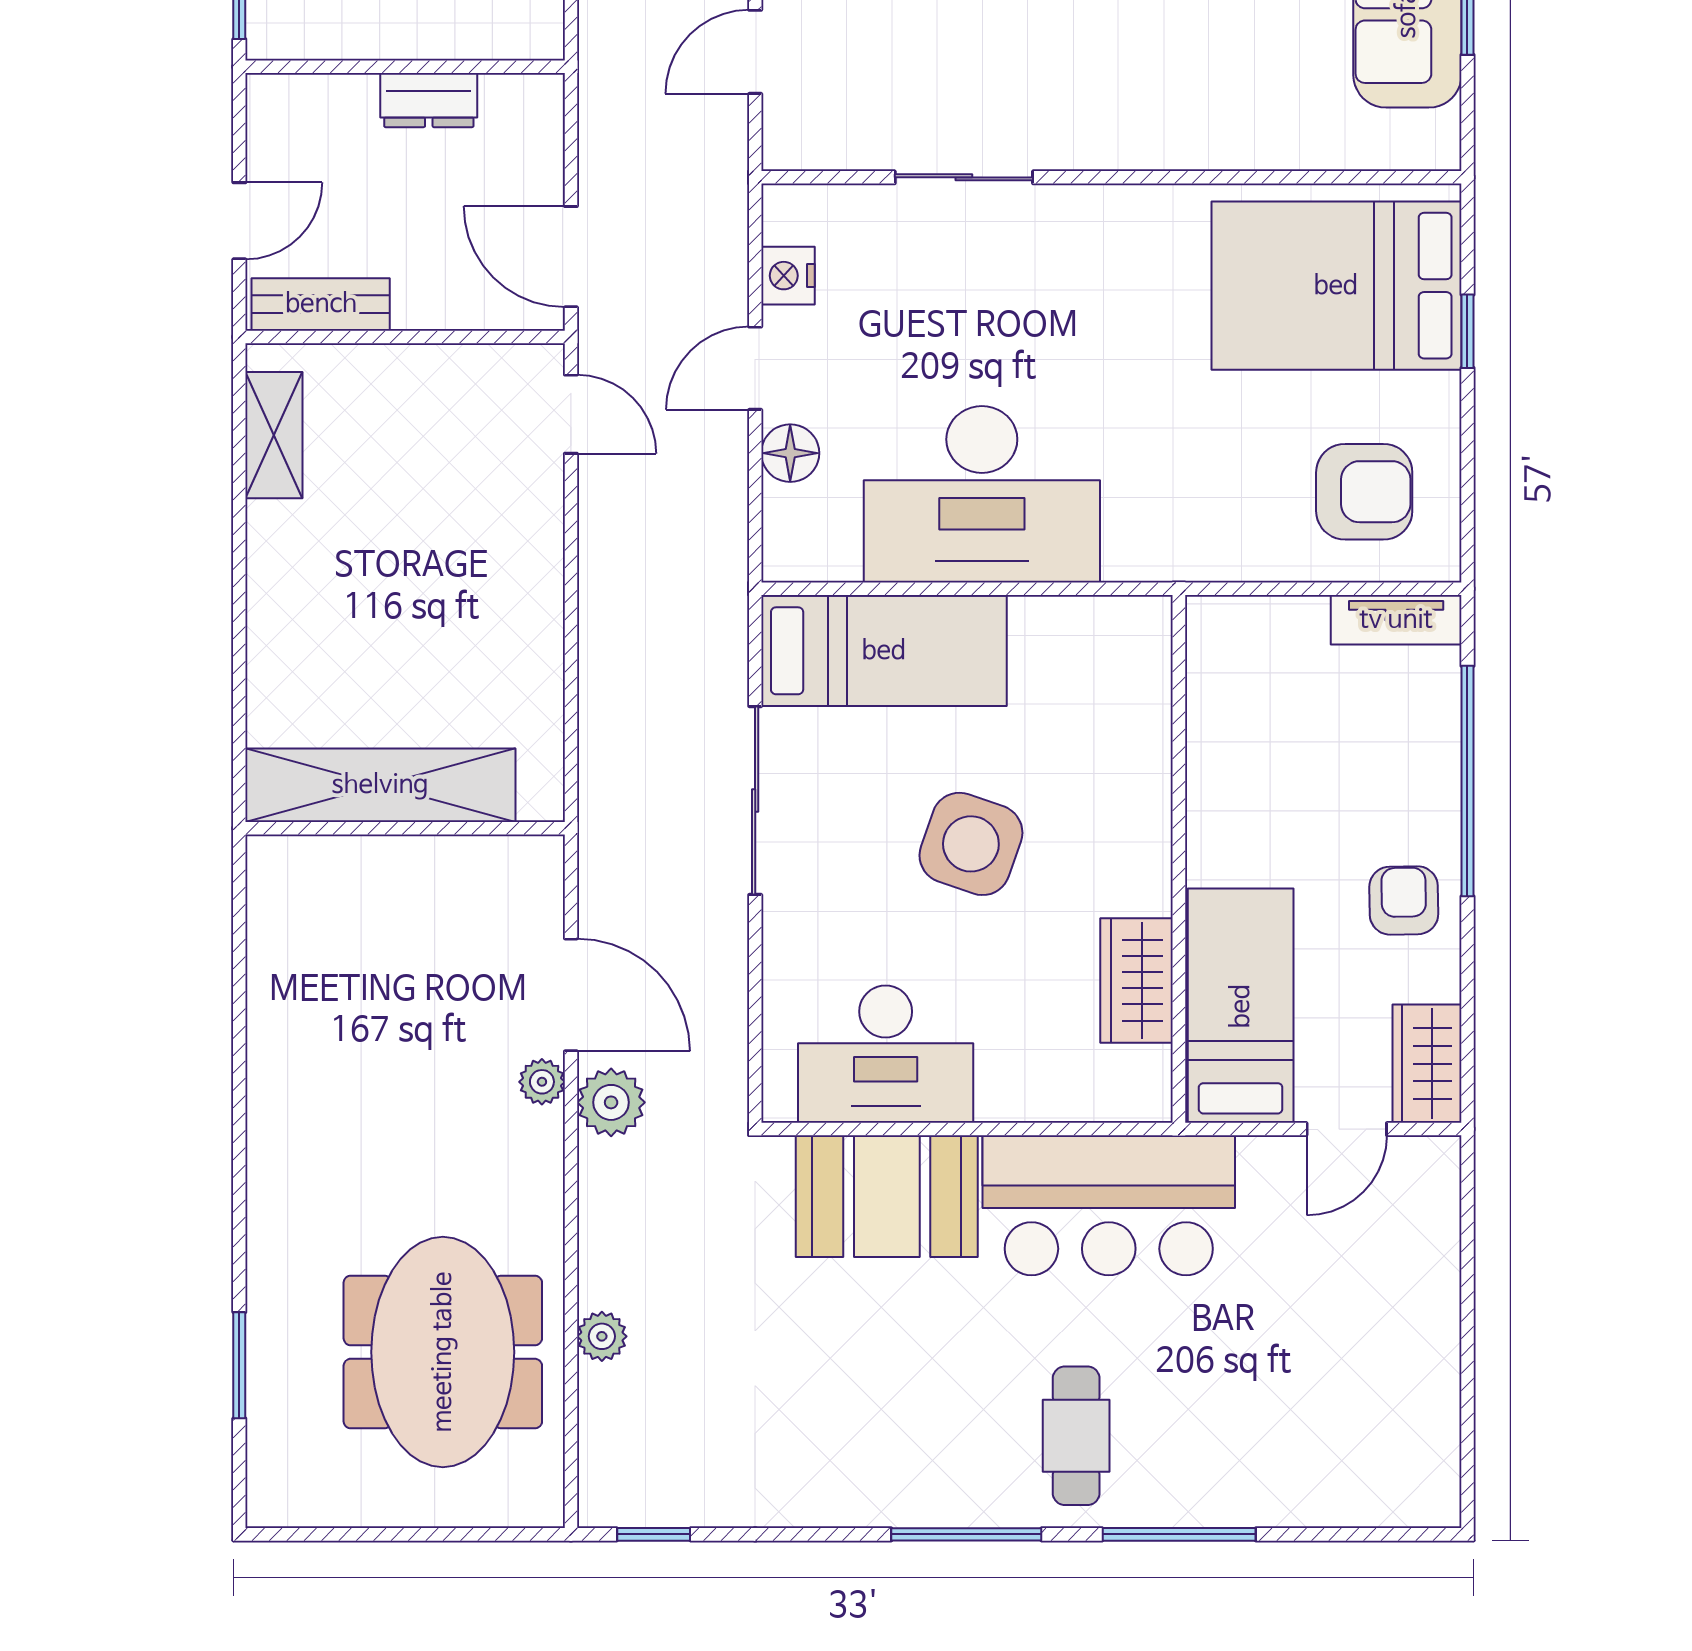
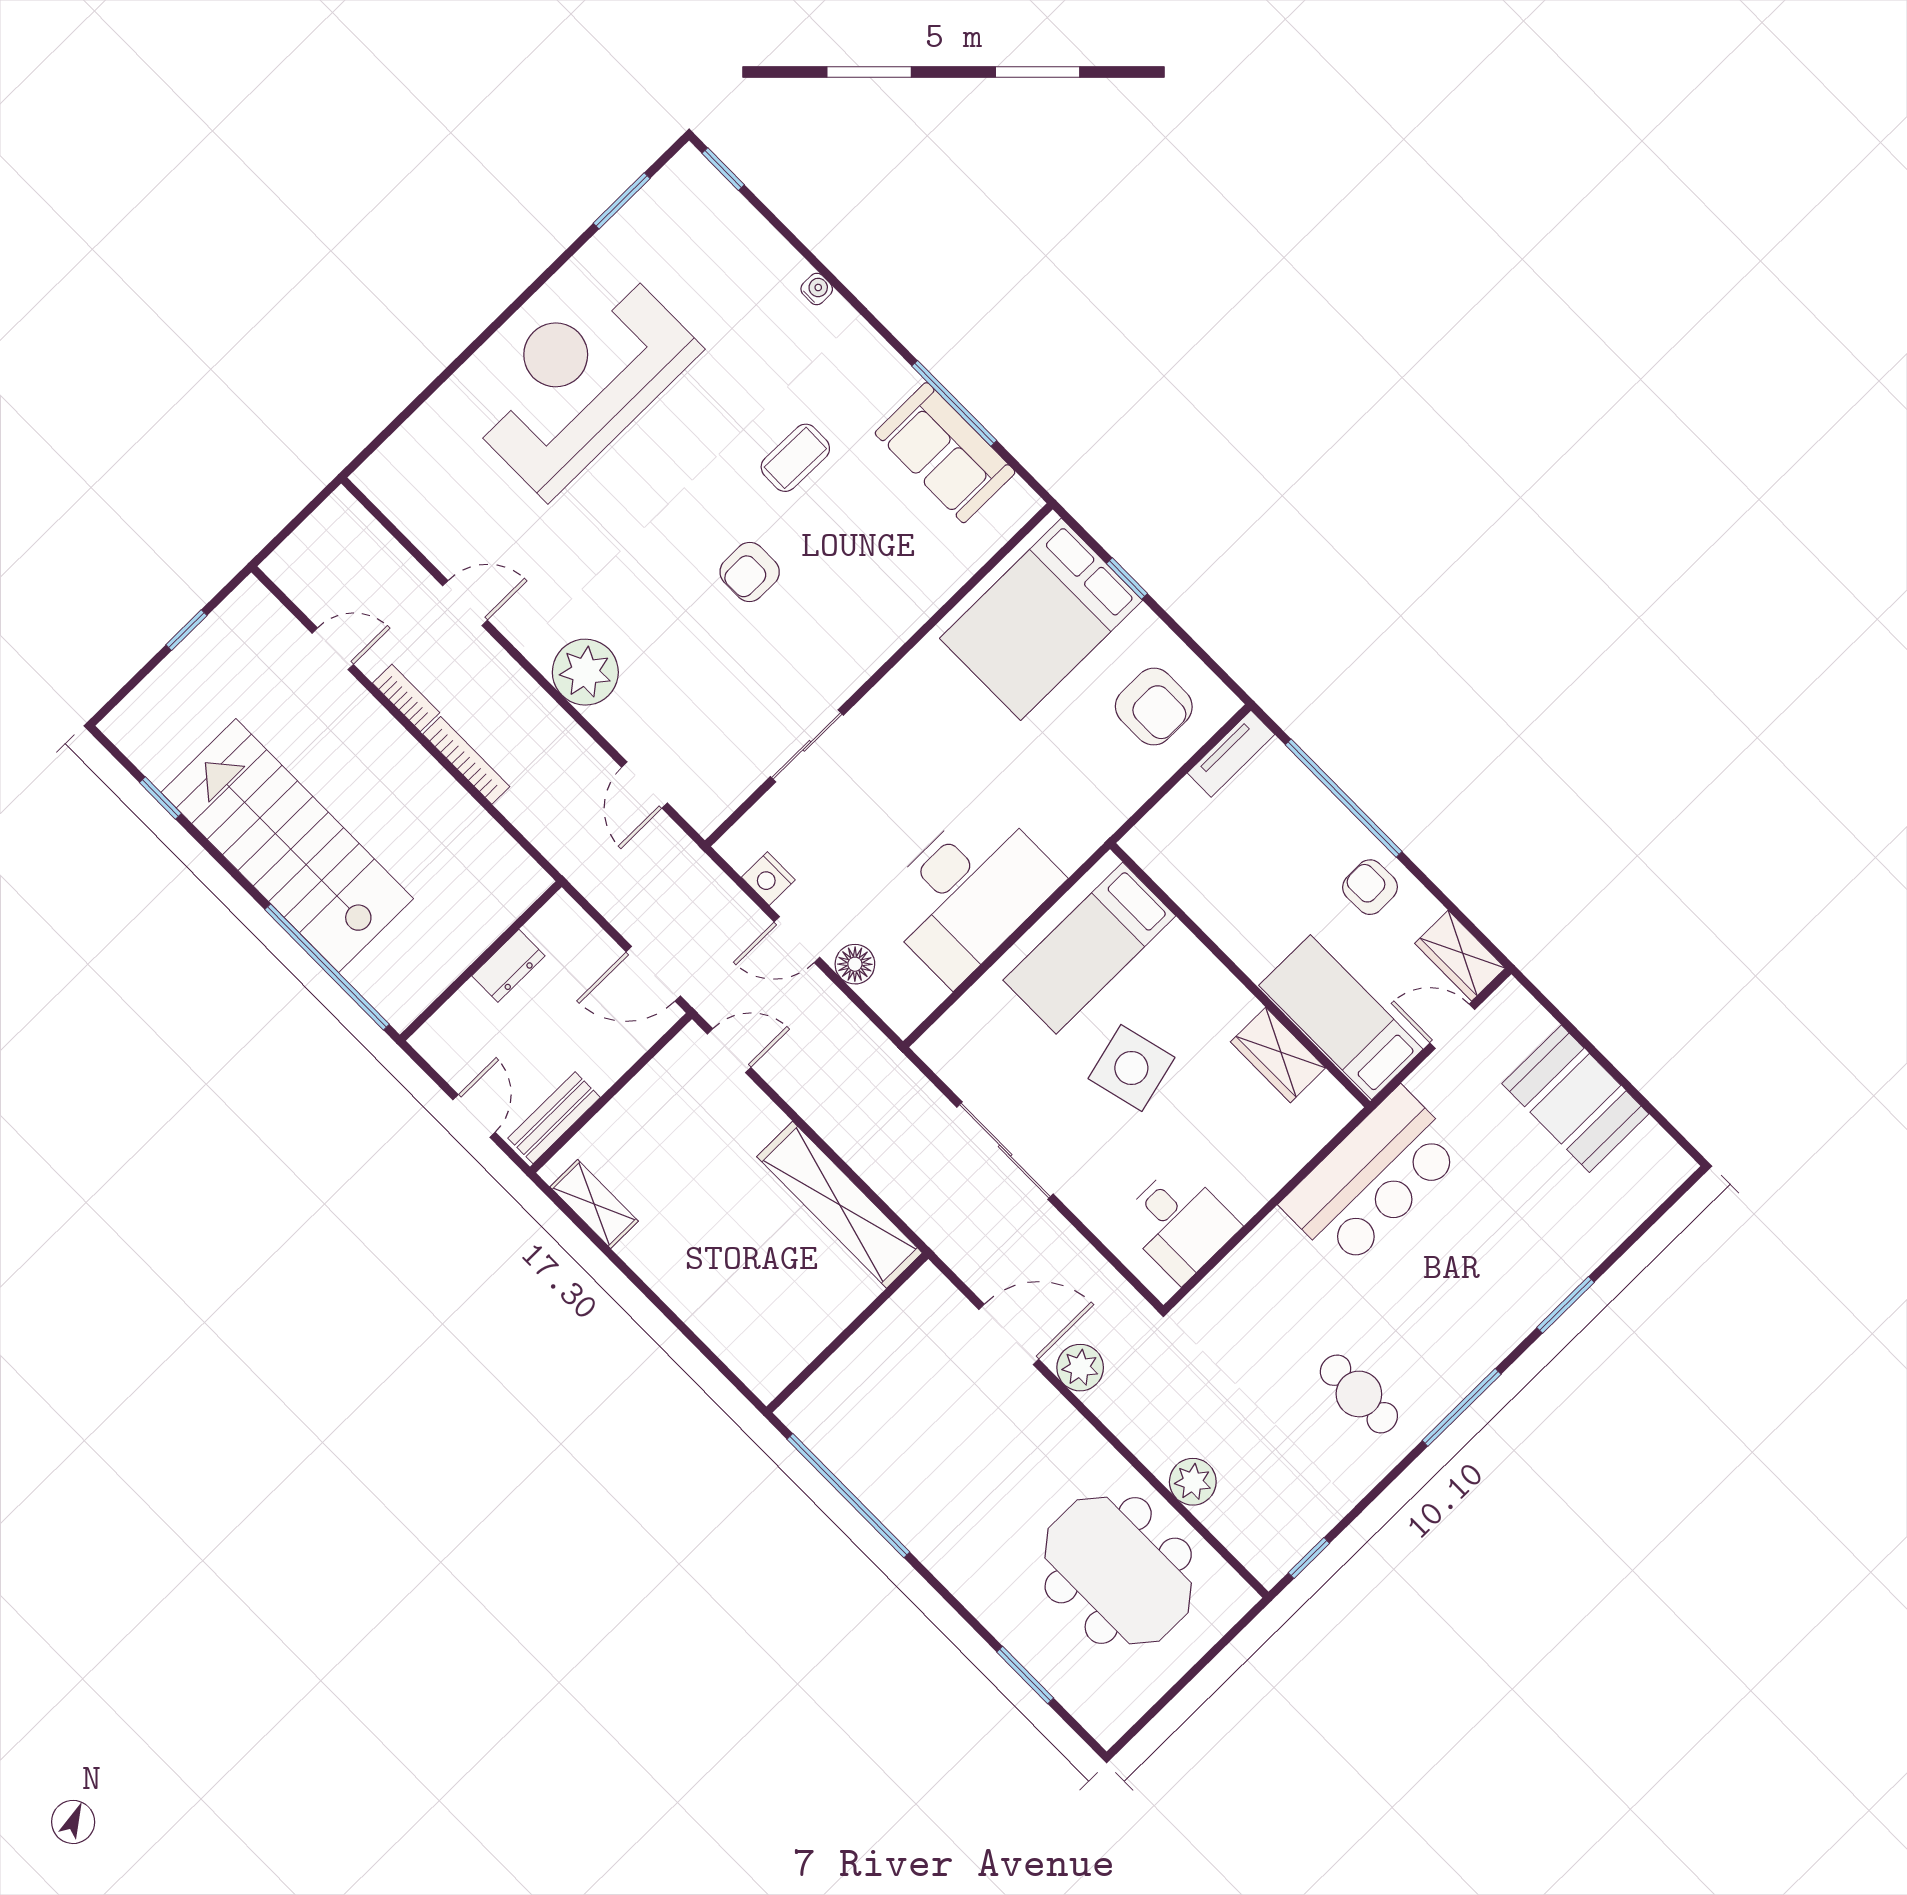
door: (755, 368) -> (797, 940), hinge flipped
armchair: (1364, 492) -> (1154, 707), turned 90
bed: (884, 651) -> (1089, 948), moved, turned 180
shelving: (380, 785) -> (840, 1205), moved, turned 90
side table: (971, 844) -> (1131, 1068), turned -33
window: (239, 998) -> (848, 1496), added
desk: (886, 1054) -> (1179, 1223), width x0.73
plant: (542, 1082) -> (1036, 1391), removed
door: (1347, 1129) -> (1452, 1026), swing flipped
booth: (887, 1196) -> (1575, 1099), moved, turned 90
plant: (602, 1336) -> (1193, 1482), width x1.38, depth x1.38
cafe table: (1076, 1436) -> (1359, 1394), moved
window: (1179, 1534) -> (1566, 1305), width x0.69

